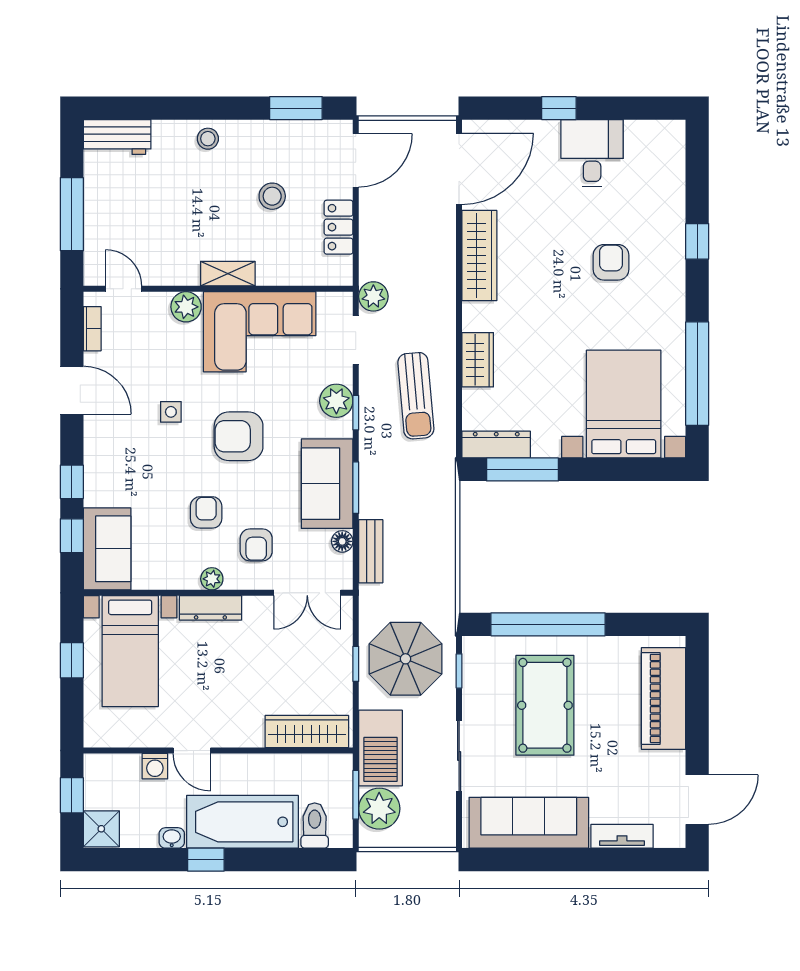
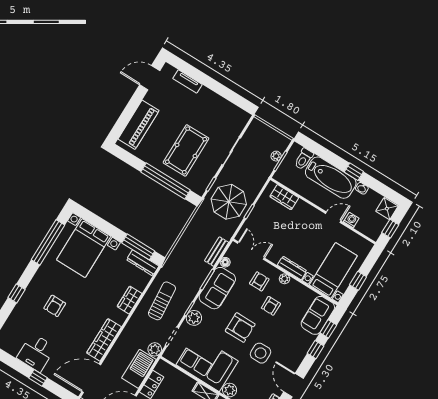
side table: (171, 412) -> (261, 353), width x1.87, depth x1.87
wardrobe: (307, 732) -> (284, 197), width x0.67
barbecue: (380, 748) -> (139, 369), moved
door: (192, 751) -> (333, 217), hinge flipped
plant: (379, 809) -> (276, 156), width x0.53, depth x0.53
sofa: (529, 823) -> (220, 109), removed

